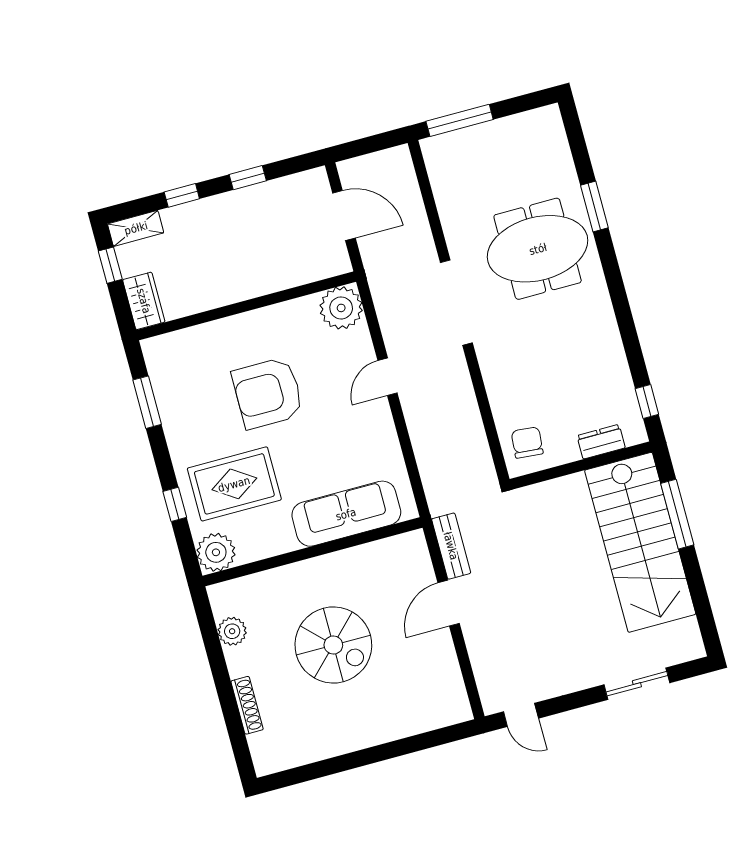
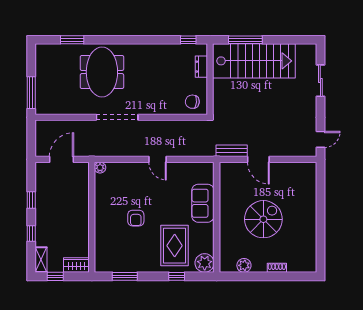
window: (594, 207) -> (72, 40), moved
plant: (341, 308) -> (100, 168), width x0.53, depth x0.53
door: (387, 377) -> (157, 159), moved
armchair: (268, 393) -> (136, 218), width x0.53, depth x0.53
sofa: (346, 514) -> (203, 203), width x0.73
shoe rack: (247, 705) -> (277, 268), width x0.70

